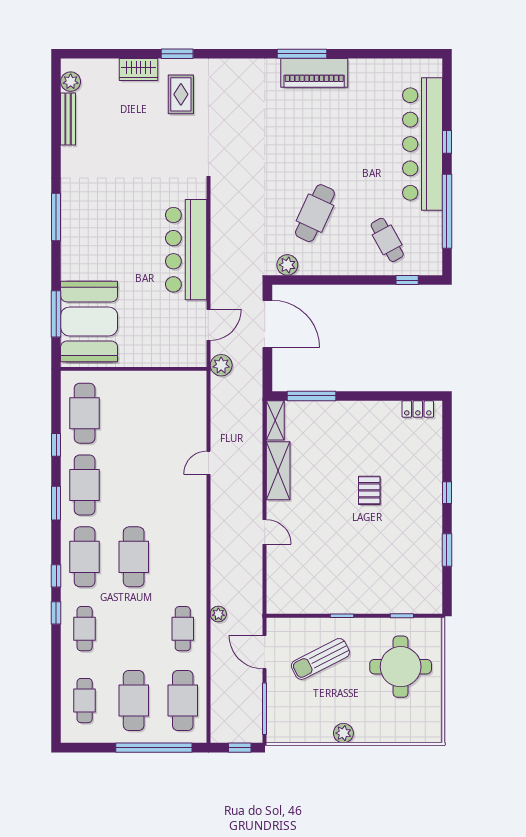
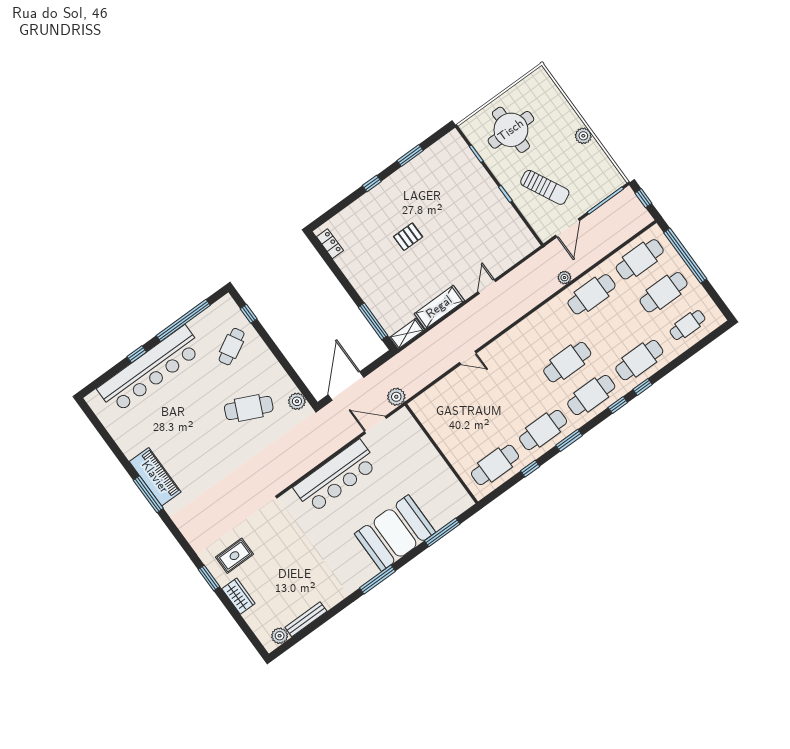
booth: (89, 321) -> (395, 533), moved
cafe table: (85, 629) -> (639, 360), width x1.37, depth x1.35
cafe table: (183, 629) -> (592, 294), width x1.37, depth x1.35

